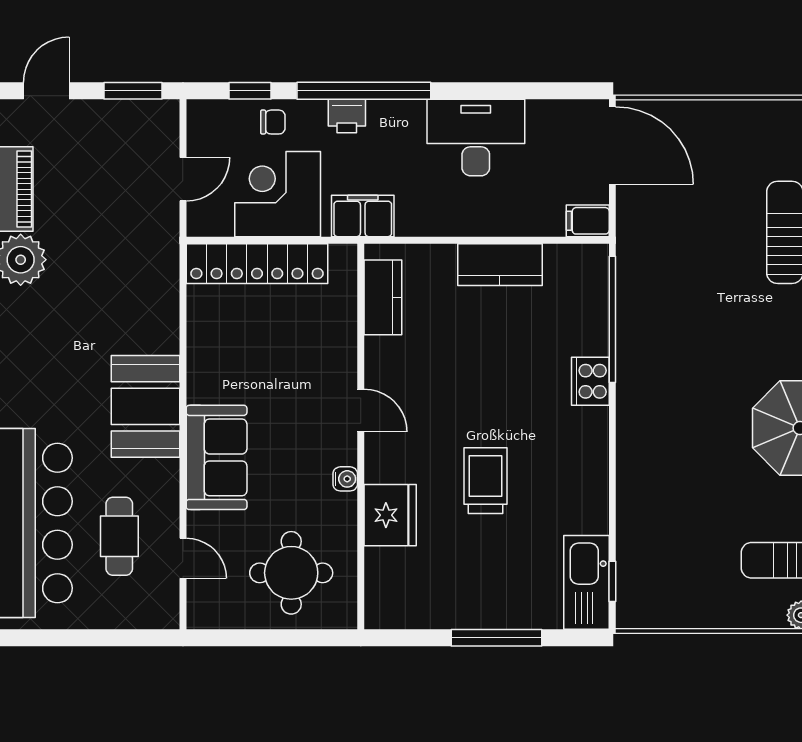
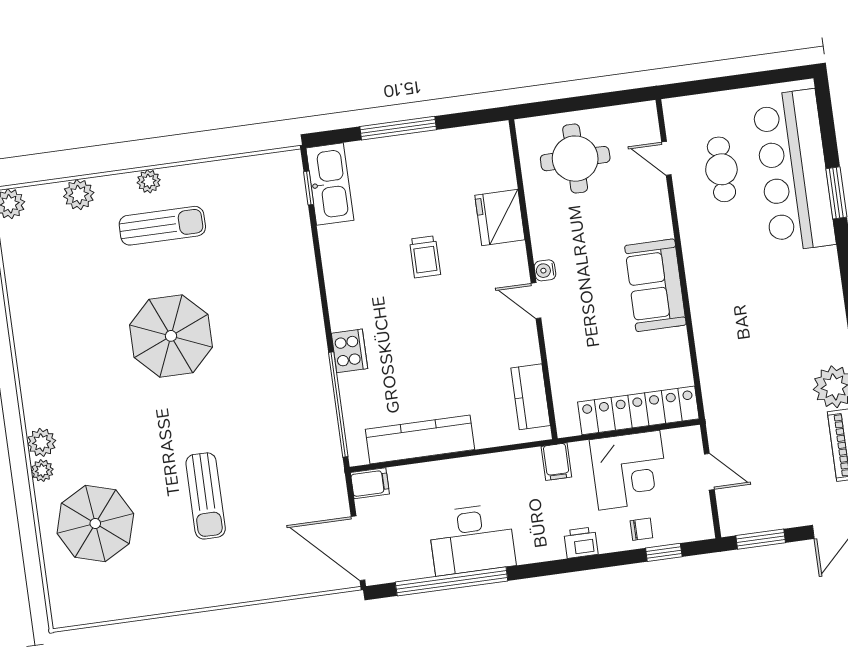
window: (364, 91) -> (452, 581), moved
chair: (273, 122) -> (641, 529), turned 180
door: (183, 179) -> (709, 472), swing flipped
filing cabinet: (363, 216) -> (556, 462), width x0.50
kitchen counter: (500, 265) -> (420, 439), width x1.50
booth: (145, 406) -> (715, 280), removed
sofa: (217, 457) -> (655, 285), moved
water cooler: (345, 479) -> (545, 270), moved
trolley: (486, 481) -> (425, 257), width x0.73, depth x0.72

